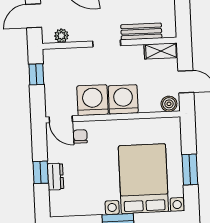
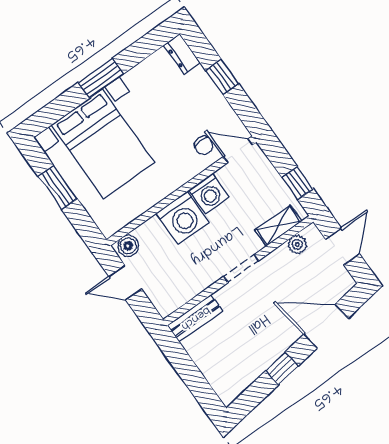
bench: (141, 31) -> (195, 318), moved
shelving: (161, 51) -> (279, 226), moved
washing machine: (92, 100) -> (209, 194), width x0.73, depth x0.73
dresser: (55, 177) -> (182, 54), moved

